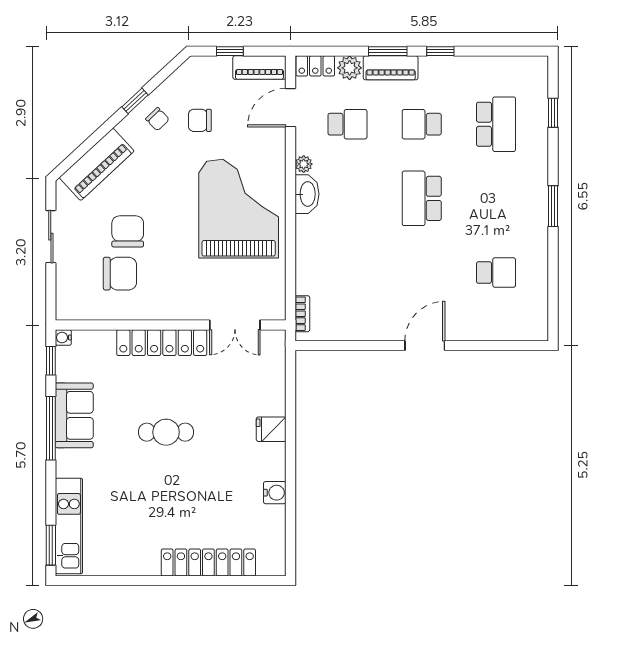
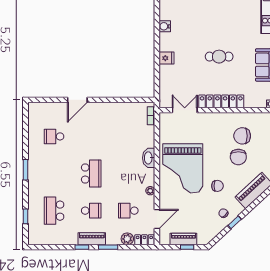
piano: (259, 68) -> (183, 239), moved
piano: (391, 68) -> (92, 239), moved
chair: (200, 120) -> (217, 186), moved
washbasin: (307, 194) -> (149, 158), moved
door: (425, 346) -> (77, 100), moved

